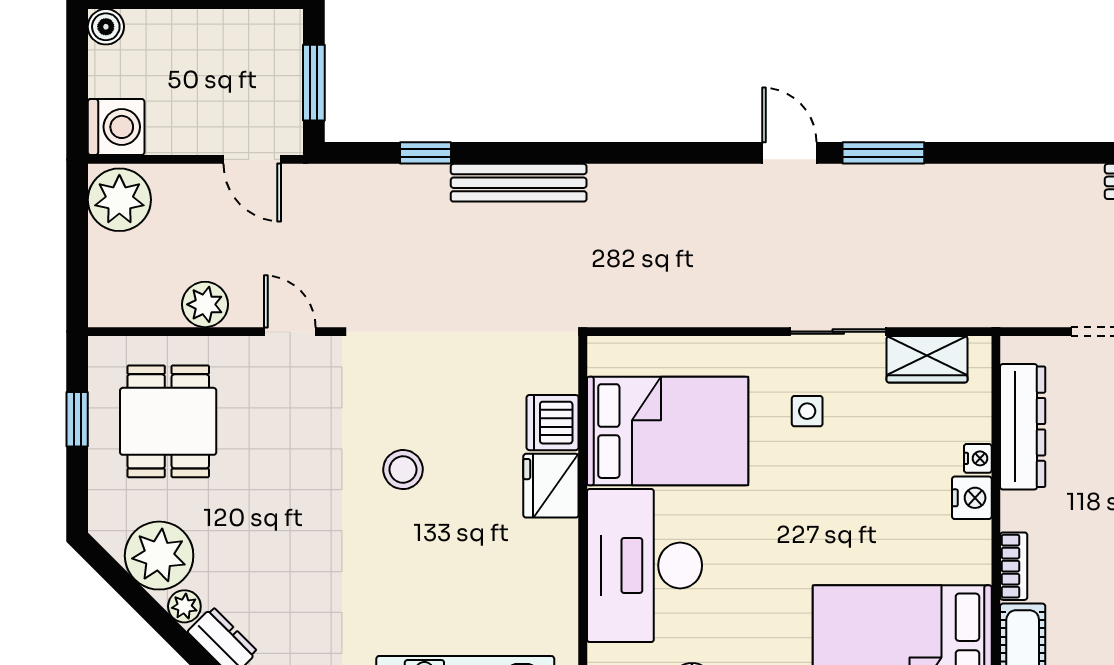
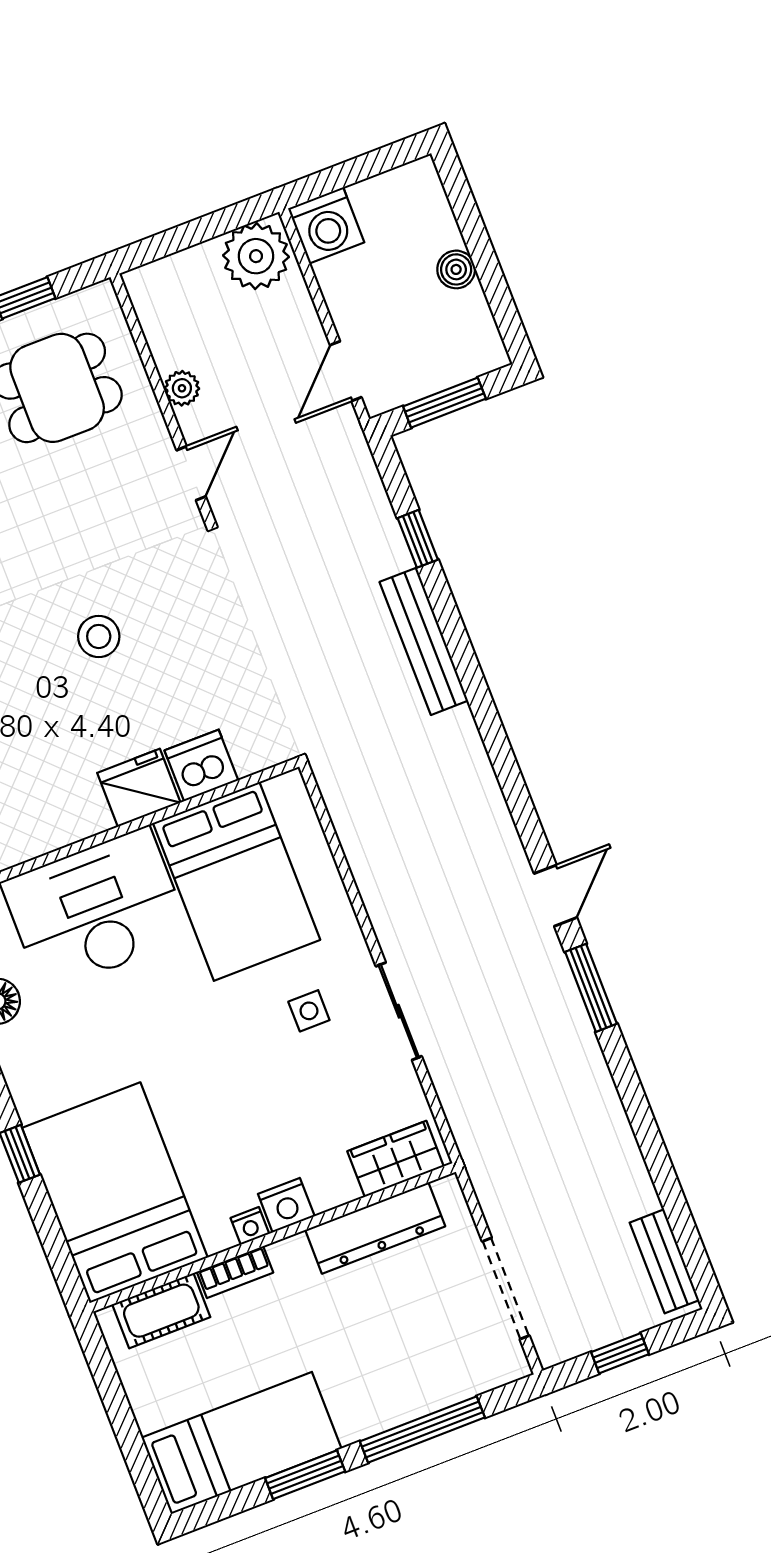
boiler: (106, 27) -> (456, 269), moved
plant: (205, 304) -> (182, 388), width x0.73, depth x0.73
wardrobe: (927, 359) -> (396, 1159), moved, turned 90
nightstand: (978, 458) -> (250, 1226), moved

